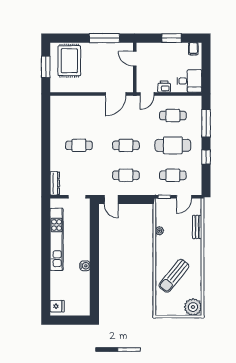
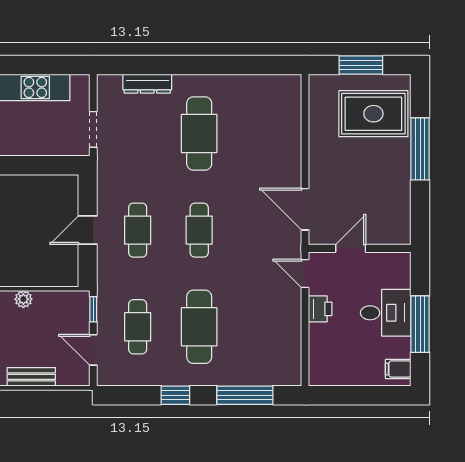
window: (104, 38) -> (420, 149), moved
window: (172, 38) -> (420, 324), width x1.44
door: (135, 59) -> (351, 248), moved
desk: (189, 81) -> (386, 313), moved, turned -90
cafe table: (173, 115) -> (261, 327), removed
cafe table: (79, 145) -> (199, 133), width x1.37, depth x1.35
dresser: (55, 183) -> (147, 84), moved
door: (111, 200) -> (88, 230), moved

